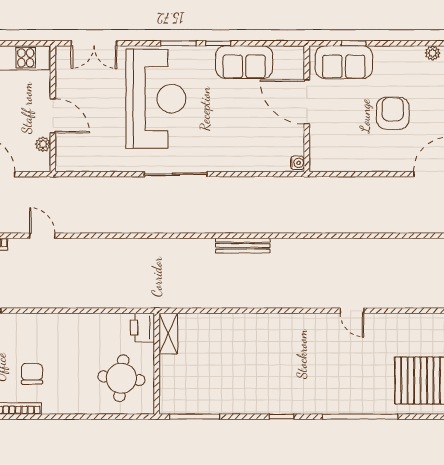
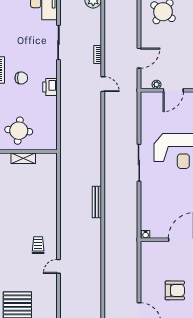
door: (42, 236) -> (103, 84), hinge flipped
printer: (142, 328) -> (50, 87), moved, turned -90
shelving: (168, 334) -> (23, 158), moved
trolley: (316, 345) -> (38, 245), added

